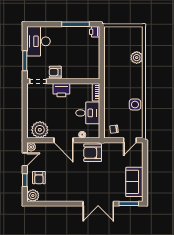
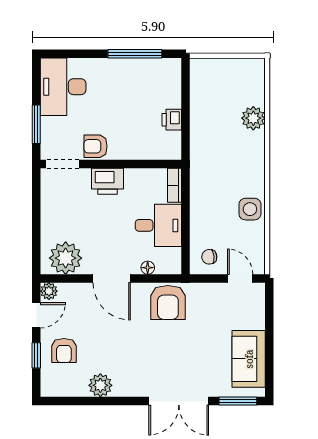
printer: (95, 32) -> (172, 120), moved
door: (130, 140) -> (240, 278), swing flipped
armchair: (93, 153) -> (168, 302), turned -90
plant: (33, 195) -> (100, 385), moved

